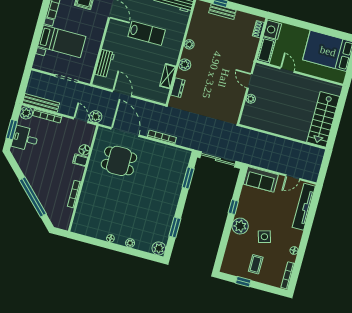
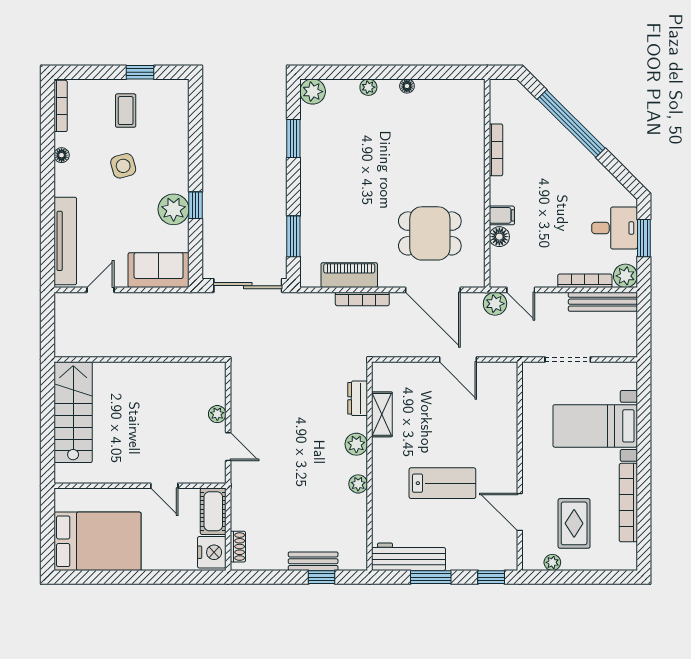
lab bench: (147, 33) -> (442, 483), turned 180
workbench: (105, 63) -> (505, 406), removed
piano: (165, 151) -> (349, 275), added
plant: (240, 226) -> (174, 209), moved

